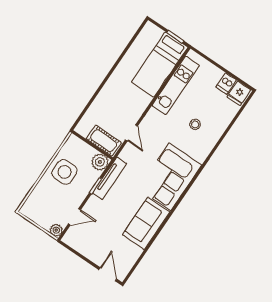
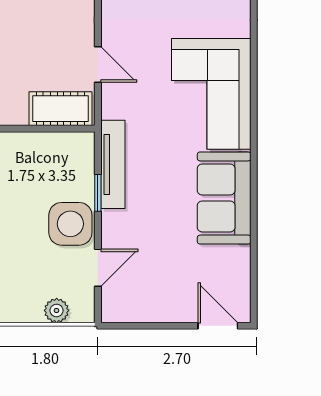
plant: (100, 162) -> (78, 148), removed
side table: (65, 172) -> (70, 224), moved
plant: (56, 230) -> (57, 310), moved

